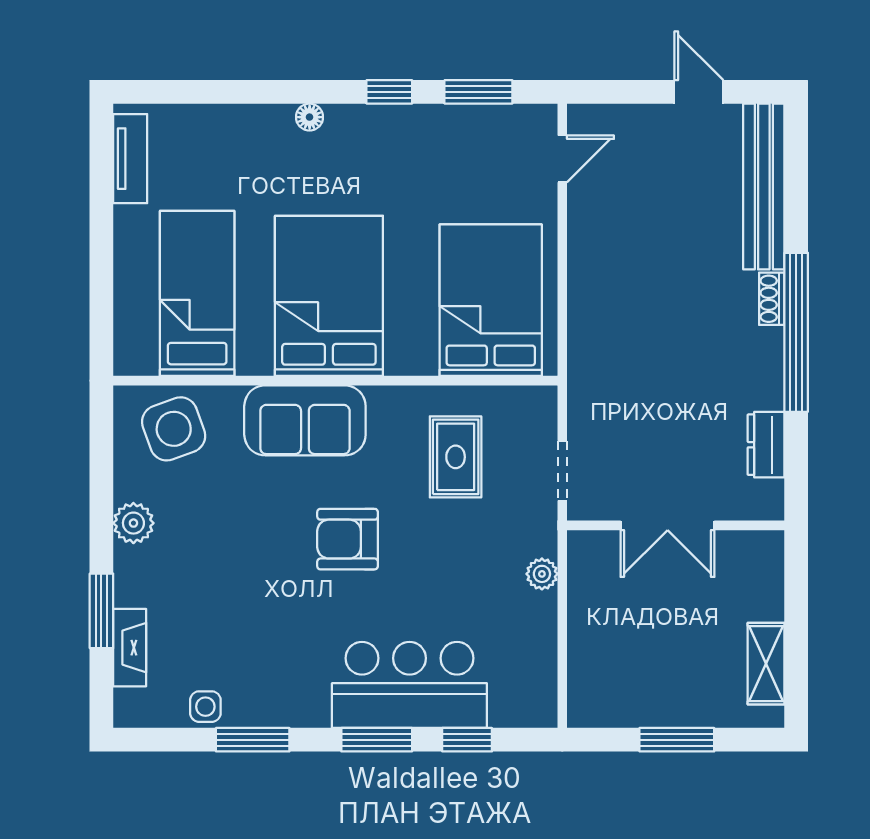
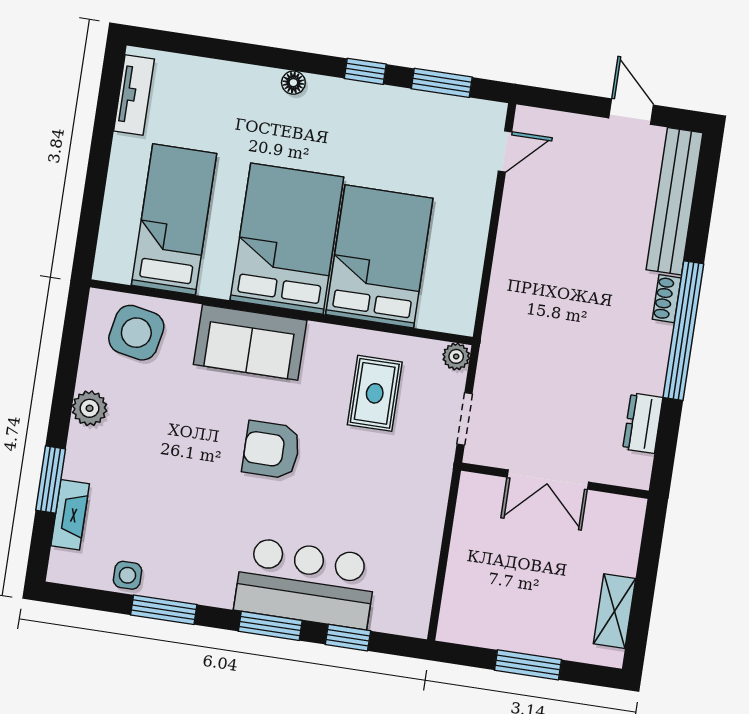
bed: (491, 300) -> (379, 256), moved
side table: (174, 429) -> (136, 333), turned 31
plant: (542, 574) -> (456, 356), moved

